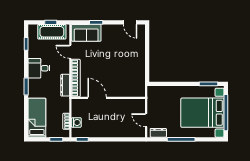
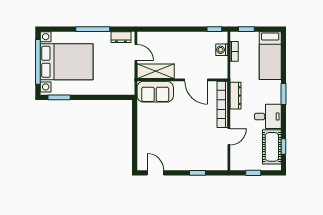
cot: (52, 32) -> (272, 147), moved, turned 90
sofa: (86, 33) -> (155, 92), moved, turned 180
door: (70, 52) -> (229, 137), hinge flipped
shelving: (130, 105) -> (156, 71), added

